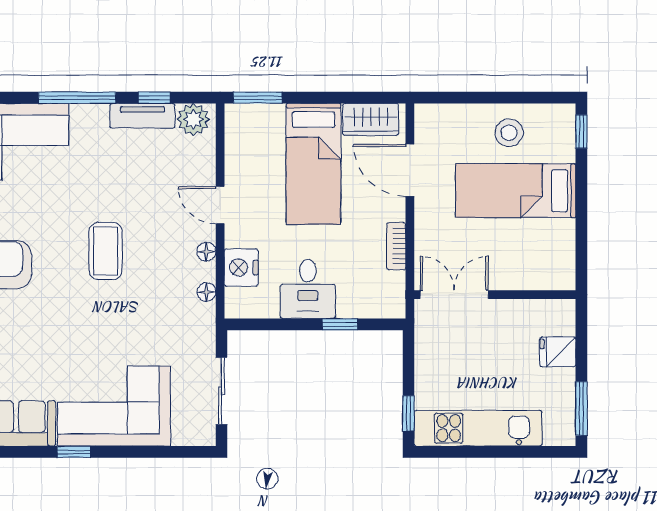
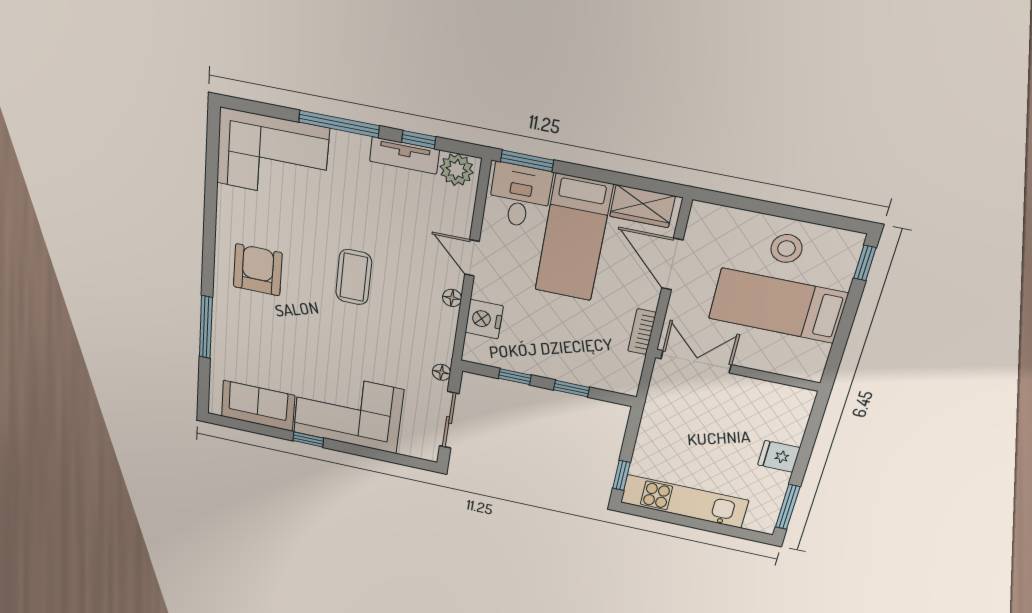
desk: (308, 289) -> (520, 196), moved, turned 180
floor lamp: (206, 292) -> (441, 372), moved
double door: (454, 295) -> (696, 362), moved
wall: (495, 295) -> (737, 370), moved
window: (281, 324) -> (515, 377), added

